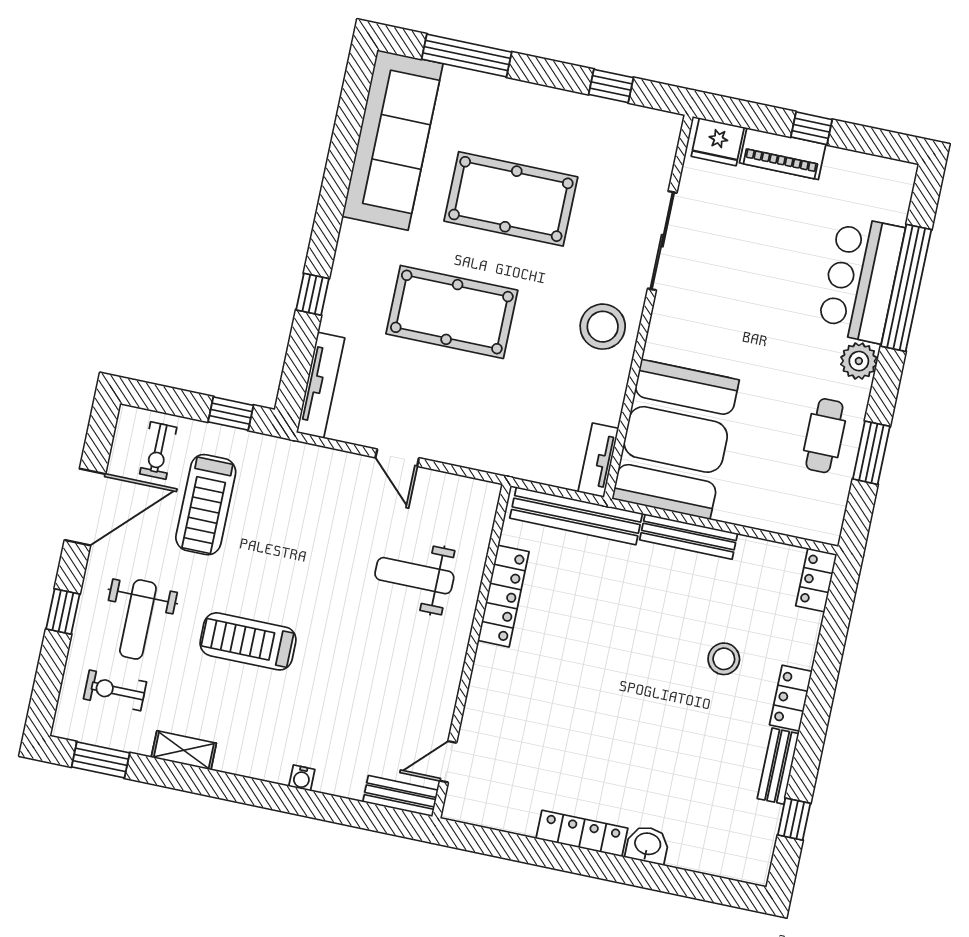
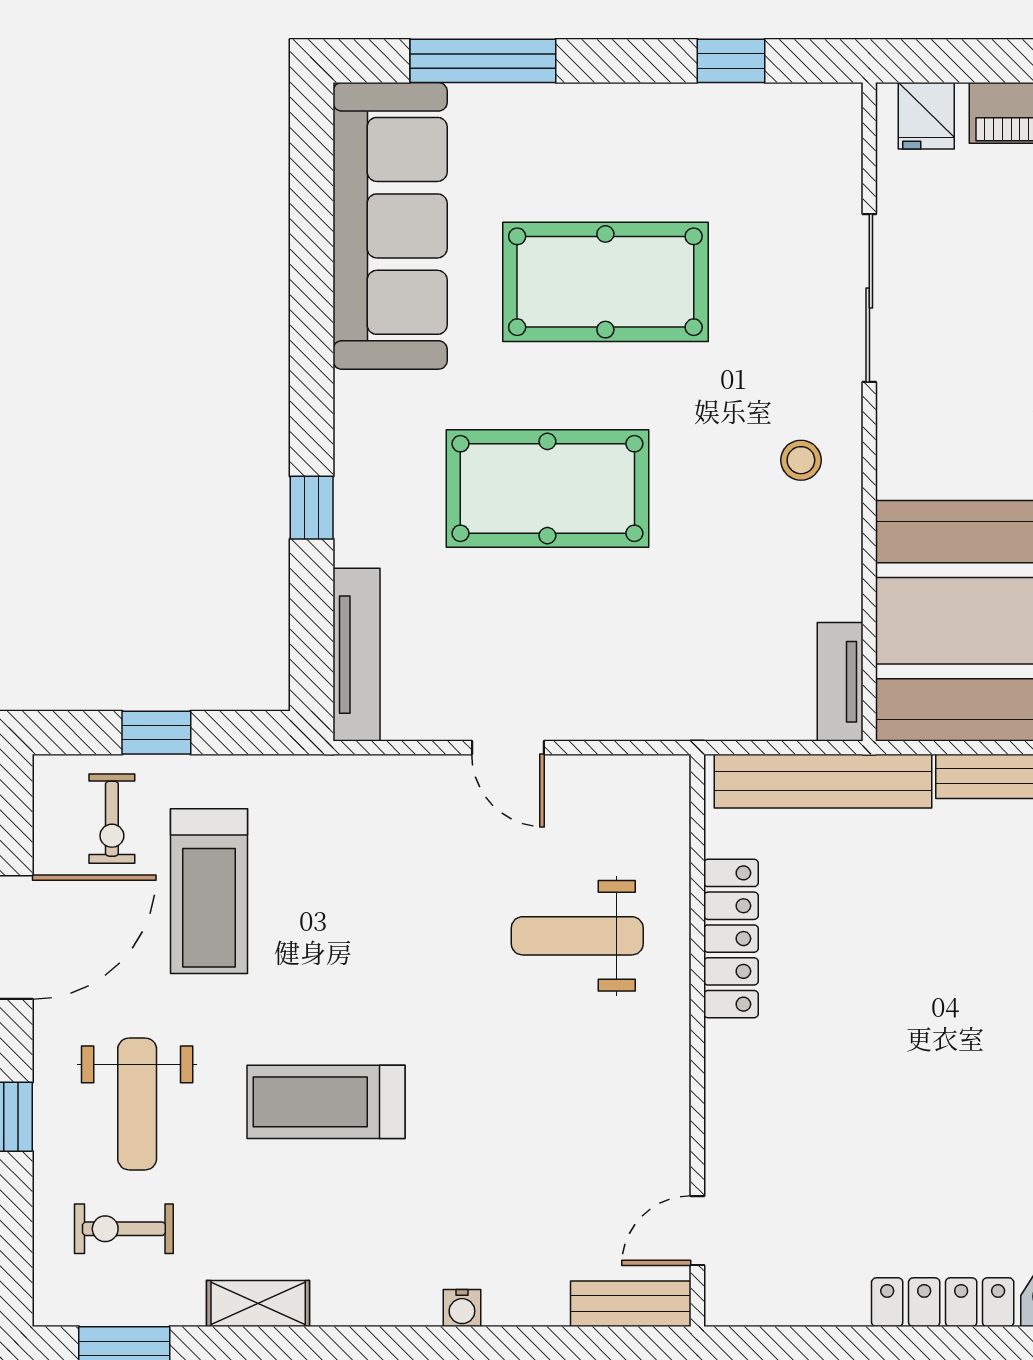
fridge: (718, 142) -> (926, 116), width x0.72
stool: (603, 327) -> (801, 460), width x0.53, depth x0.53
window: (231, 414) -> (156, 733), moved

